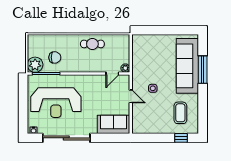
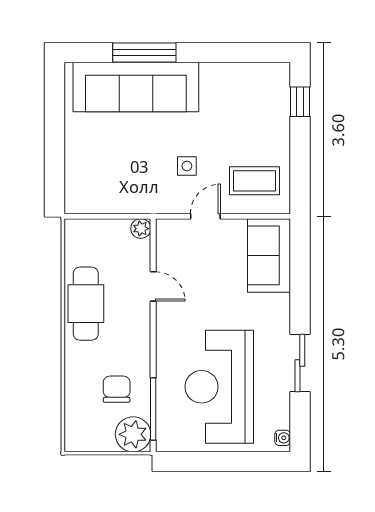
cafe table: (92, 44) -> (86, 304), width x1.37, depth x1.35
door: (112, 74) -> (153, 286), moved
reception desk: (56, 103) -> (219, 387), turned 180
coffee table: (180, 113) -> (255, 181), moved
sliding door: (66, 138) -> (300, 363), width x0.54

